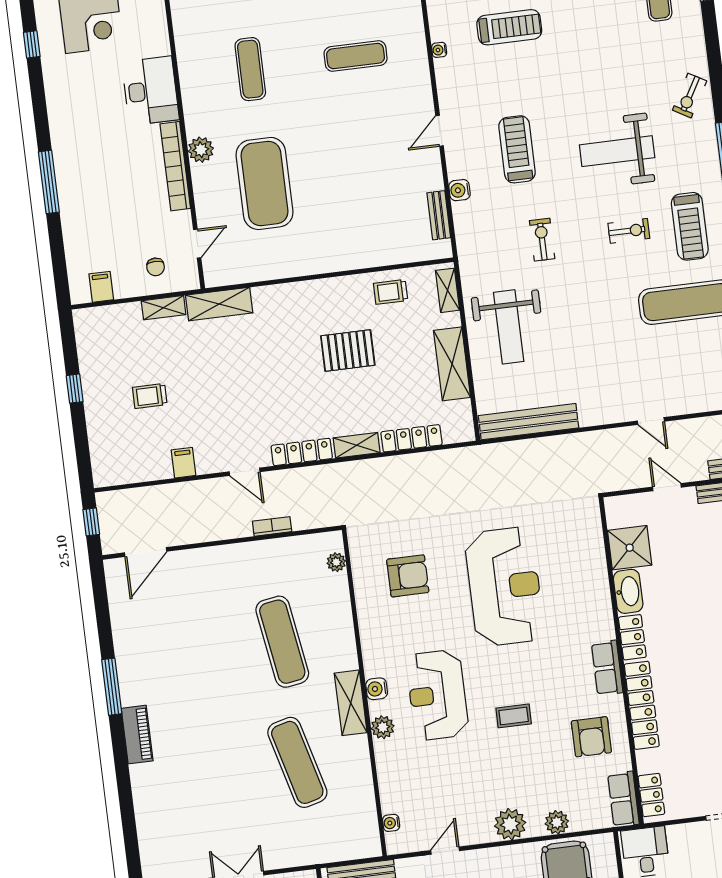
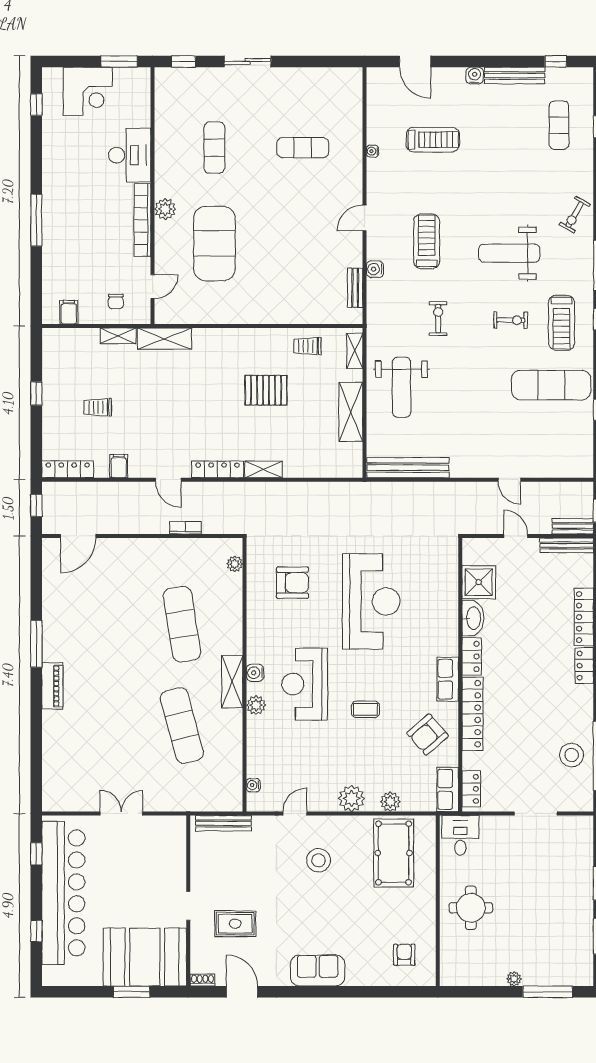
locker: (411, 438) -> (68, 469), moved
armchair: (591, 737) -> (428, 735), turned 49

